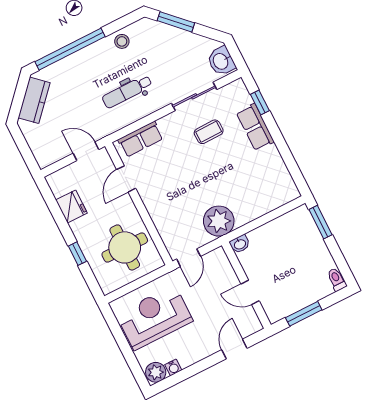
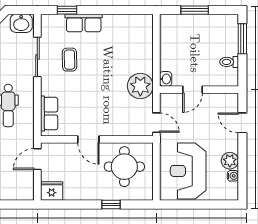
door: (126, 179) -> (88, 139), moved
fridge: (71, 206) -> (52, 191), moved
window: (321, 222) -> (195, 10), moved
toilet: (337, 279) -> (229, 62), moved
door: (250, 292) -> (193, 90), moved
window: (304, 314) -> (242, 39), moved
plant: (156, 372) -> (230, 161), moved

